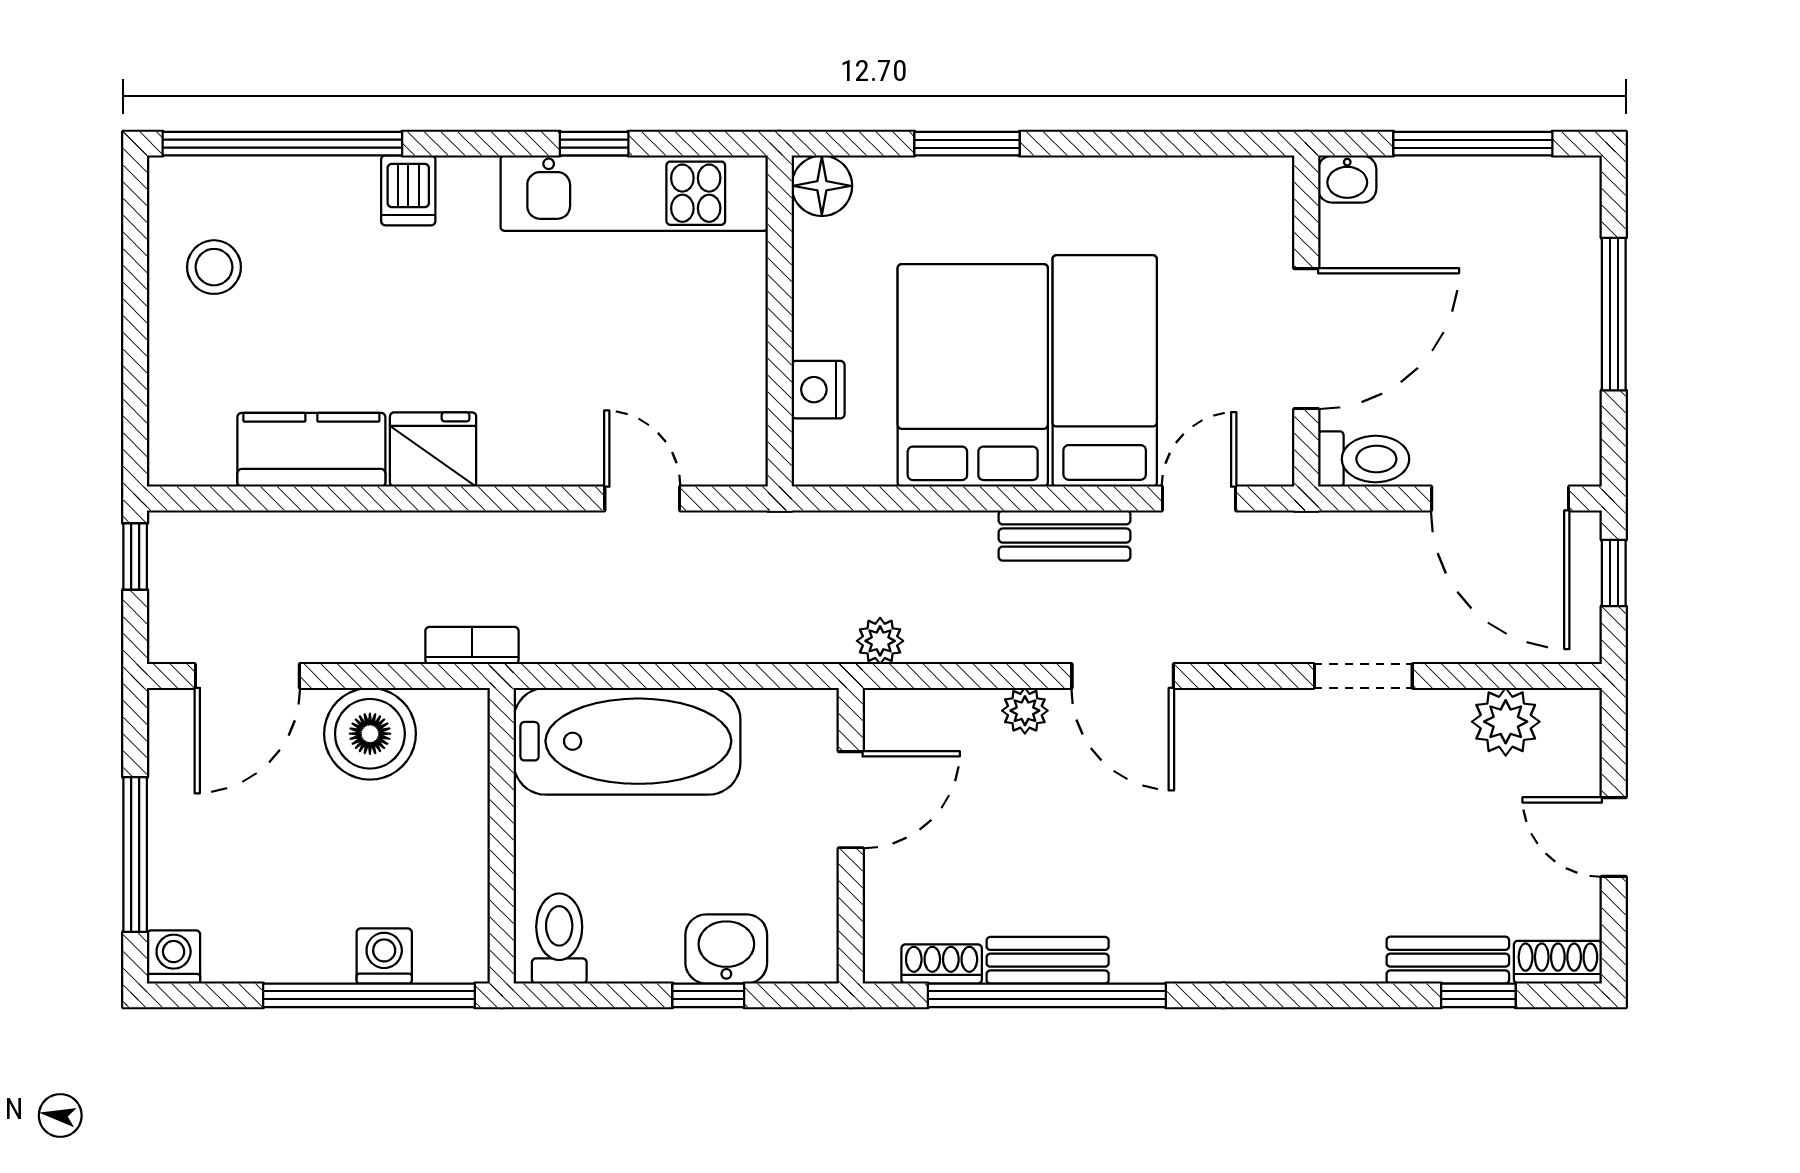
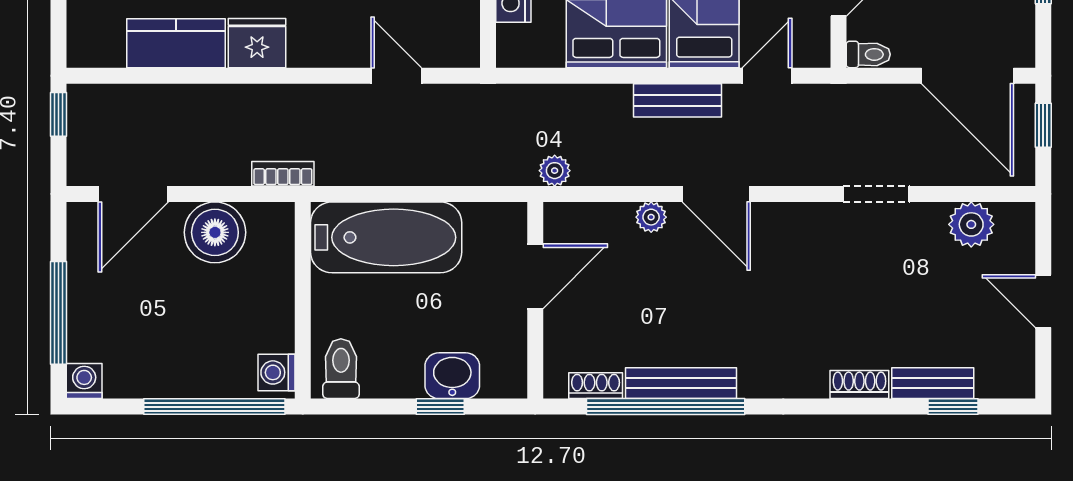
toilet: (1364, 459) -> (868, 54), width x0.73, depth x0.72
washing machine: (384, 956) -> (277, 372), moved, turned -90
bench: (1048, 960) -> (681, 383), width x1.36
shoe rack: (1558, 962) -> (859, 384), moved

